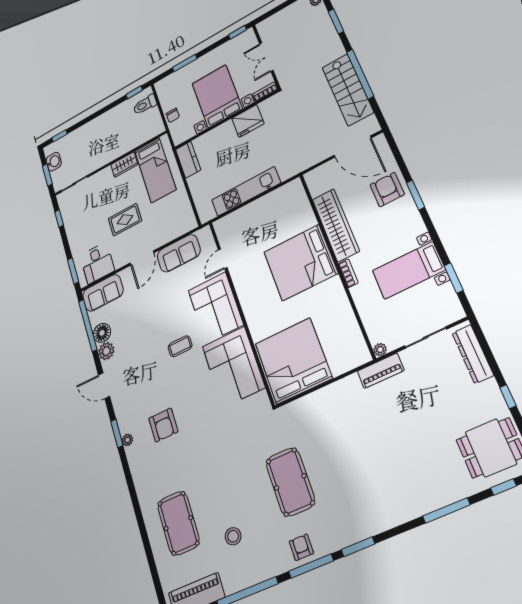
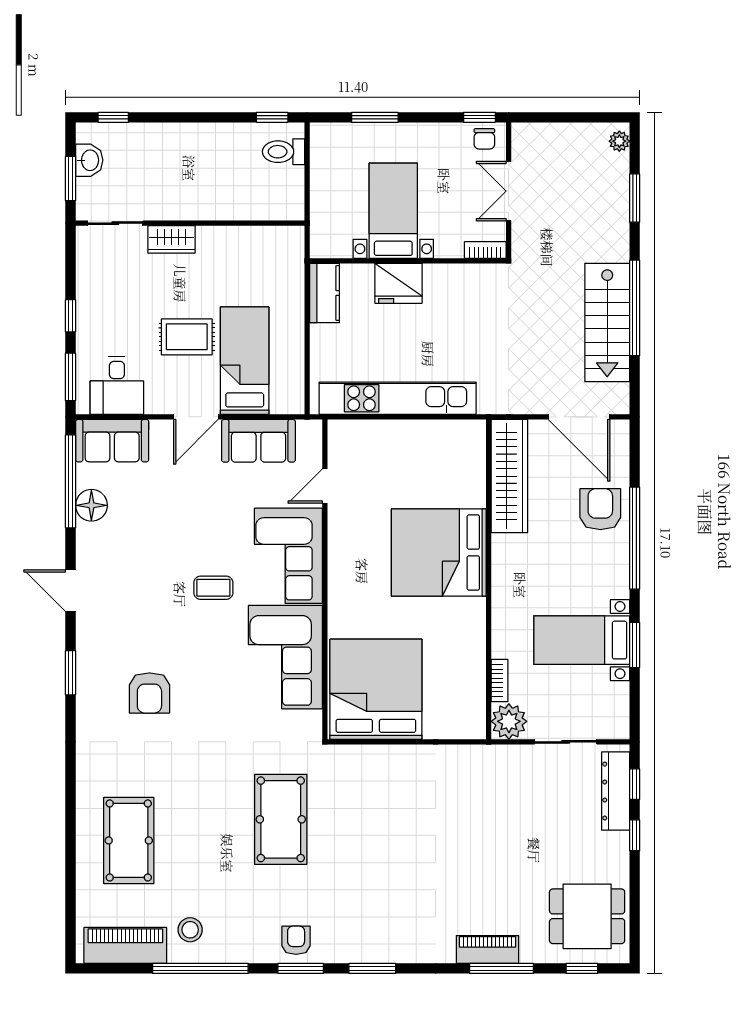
bed with nightstands: (217, 96) -> (393, 211), width x0.73
chair: (173, 115) -> (484, 139), moved
fridge: (248, 121) -> (398, 283), moved
wardrobe: (124, 165) -> (171, 239), moved
bed: (155, 170) -> (245, 361), moved, turned 180
kitchen unit: (246, 191) -> (398, 398), width x1.36
window: (416, 195) -> (635, 538), width x2.11
window: (59, 218) -> (71, 316), moved
wardrobe: (336, 225) -> (509, 476), moved
bookcase: (348, 273) -> (499, 681), moved
window: (454, 278) -> (635, 645), moved
window: (484, 344) -> (635, 784), added
plant: (380, 350) -> (509, 721), width x1.87, depth x1.87
plant: (106, 351) -> (90, 538), removed
piano: (381, 371) -> (488, 949), moved, turned 180
window: (508, 397) -> (635, 835), moved
plant: (127, 440) -> (85, 690), removed
pool table: (290, 482) -> (281, 819), moved
stool: (233, 536) -> (190, 930), moved
window: (311, 566) -> (301, 968), width x0.69

